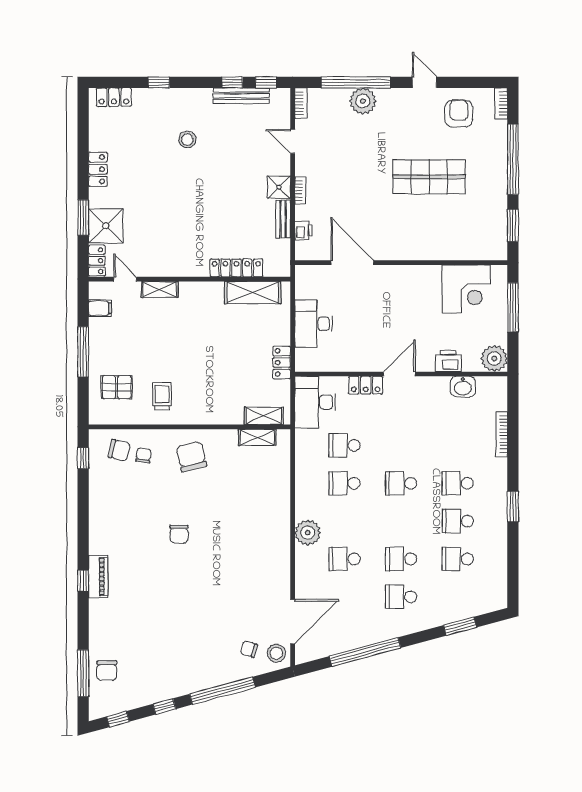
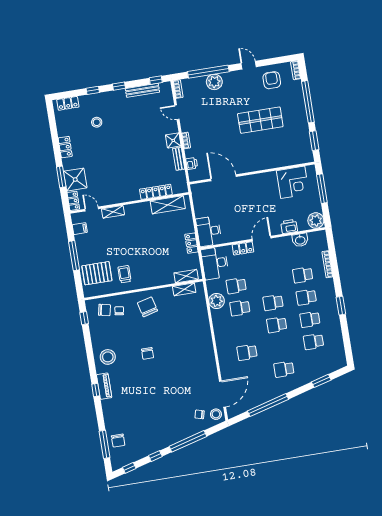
window: (232, 82) -> (119, 86), moved
stool: (187, 140) -> (97, 122), moved
desk: (314, 324) -> (209, 231), moved
pallet: (117, 387) -> (97, 273), width x1.50, depth x1.42
school desk: (458, 445) -> (303, 275), added
stool: (112, 529) -> (108, 357), added
plant: (308, 533) -> (217, 301), moved
school desk: (401, 559) -> (277, 325), moved

